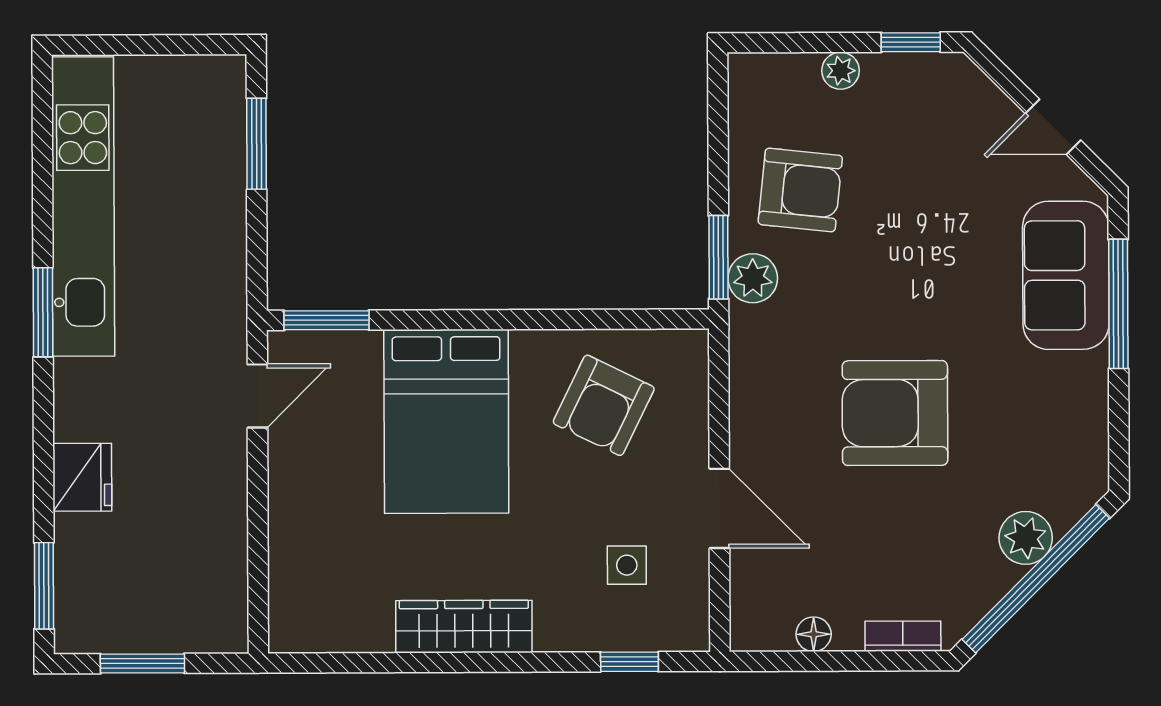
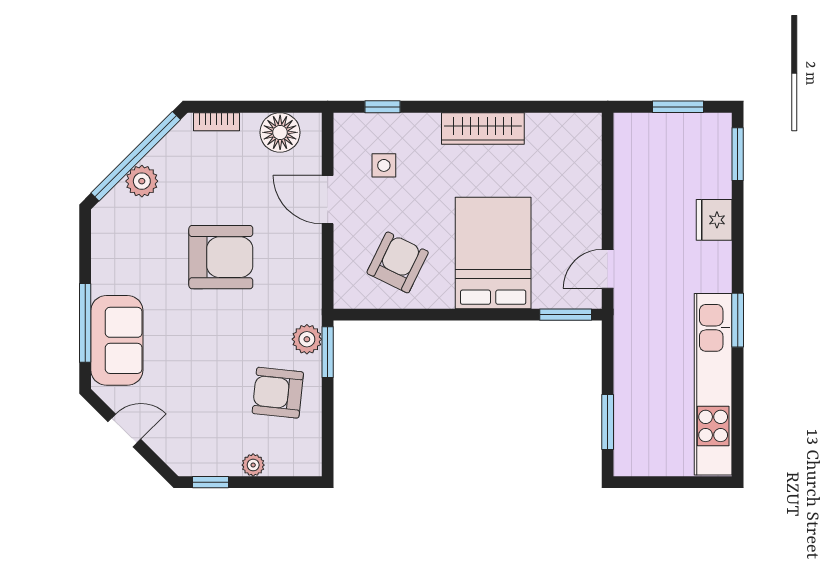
floor lamp: (814, 634) -> (280, 132), width x1.89, depth x1.89

